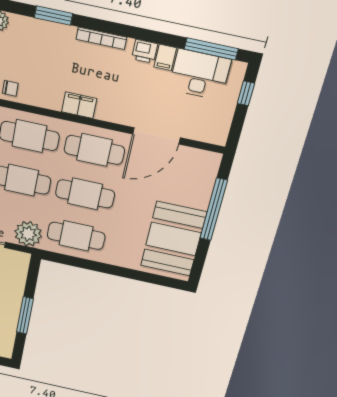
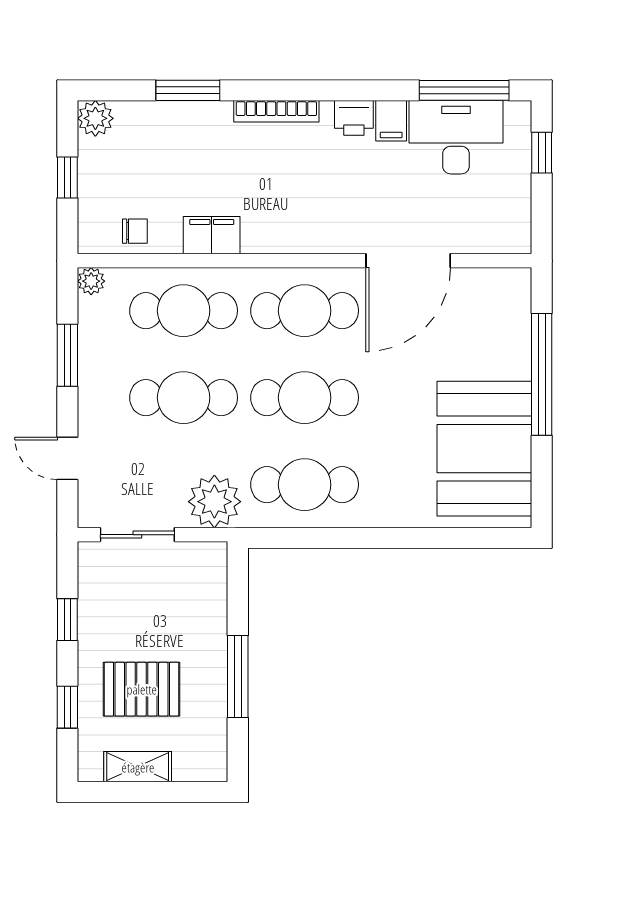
filing cabinet: (79, 105) -> (212, 235), moved

